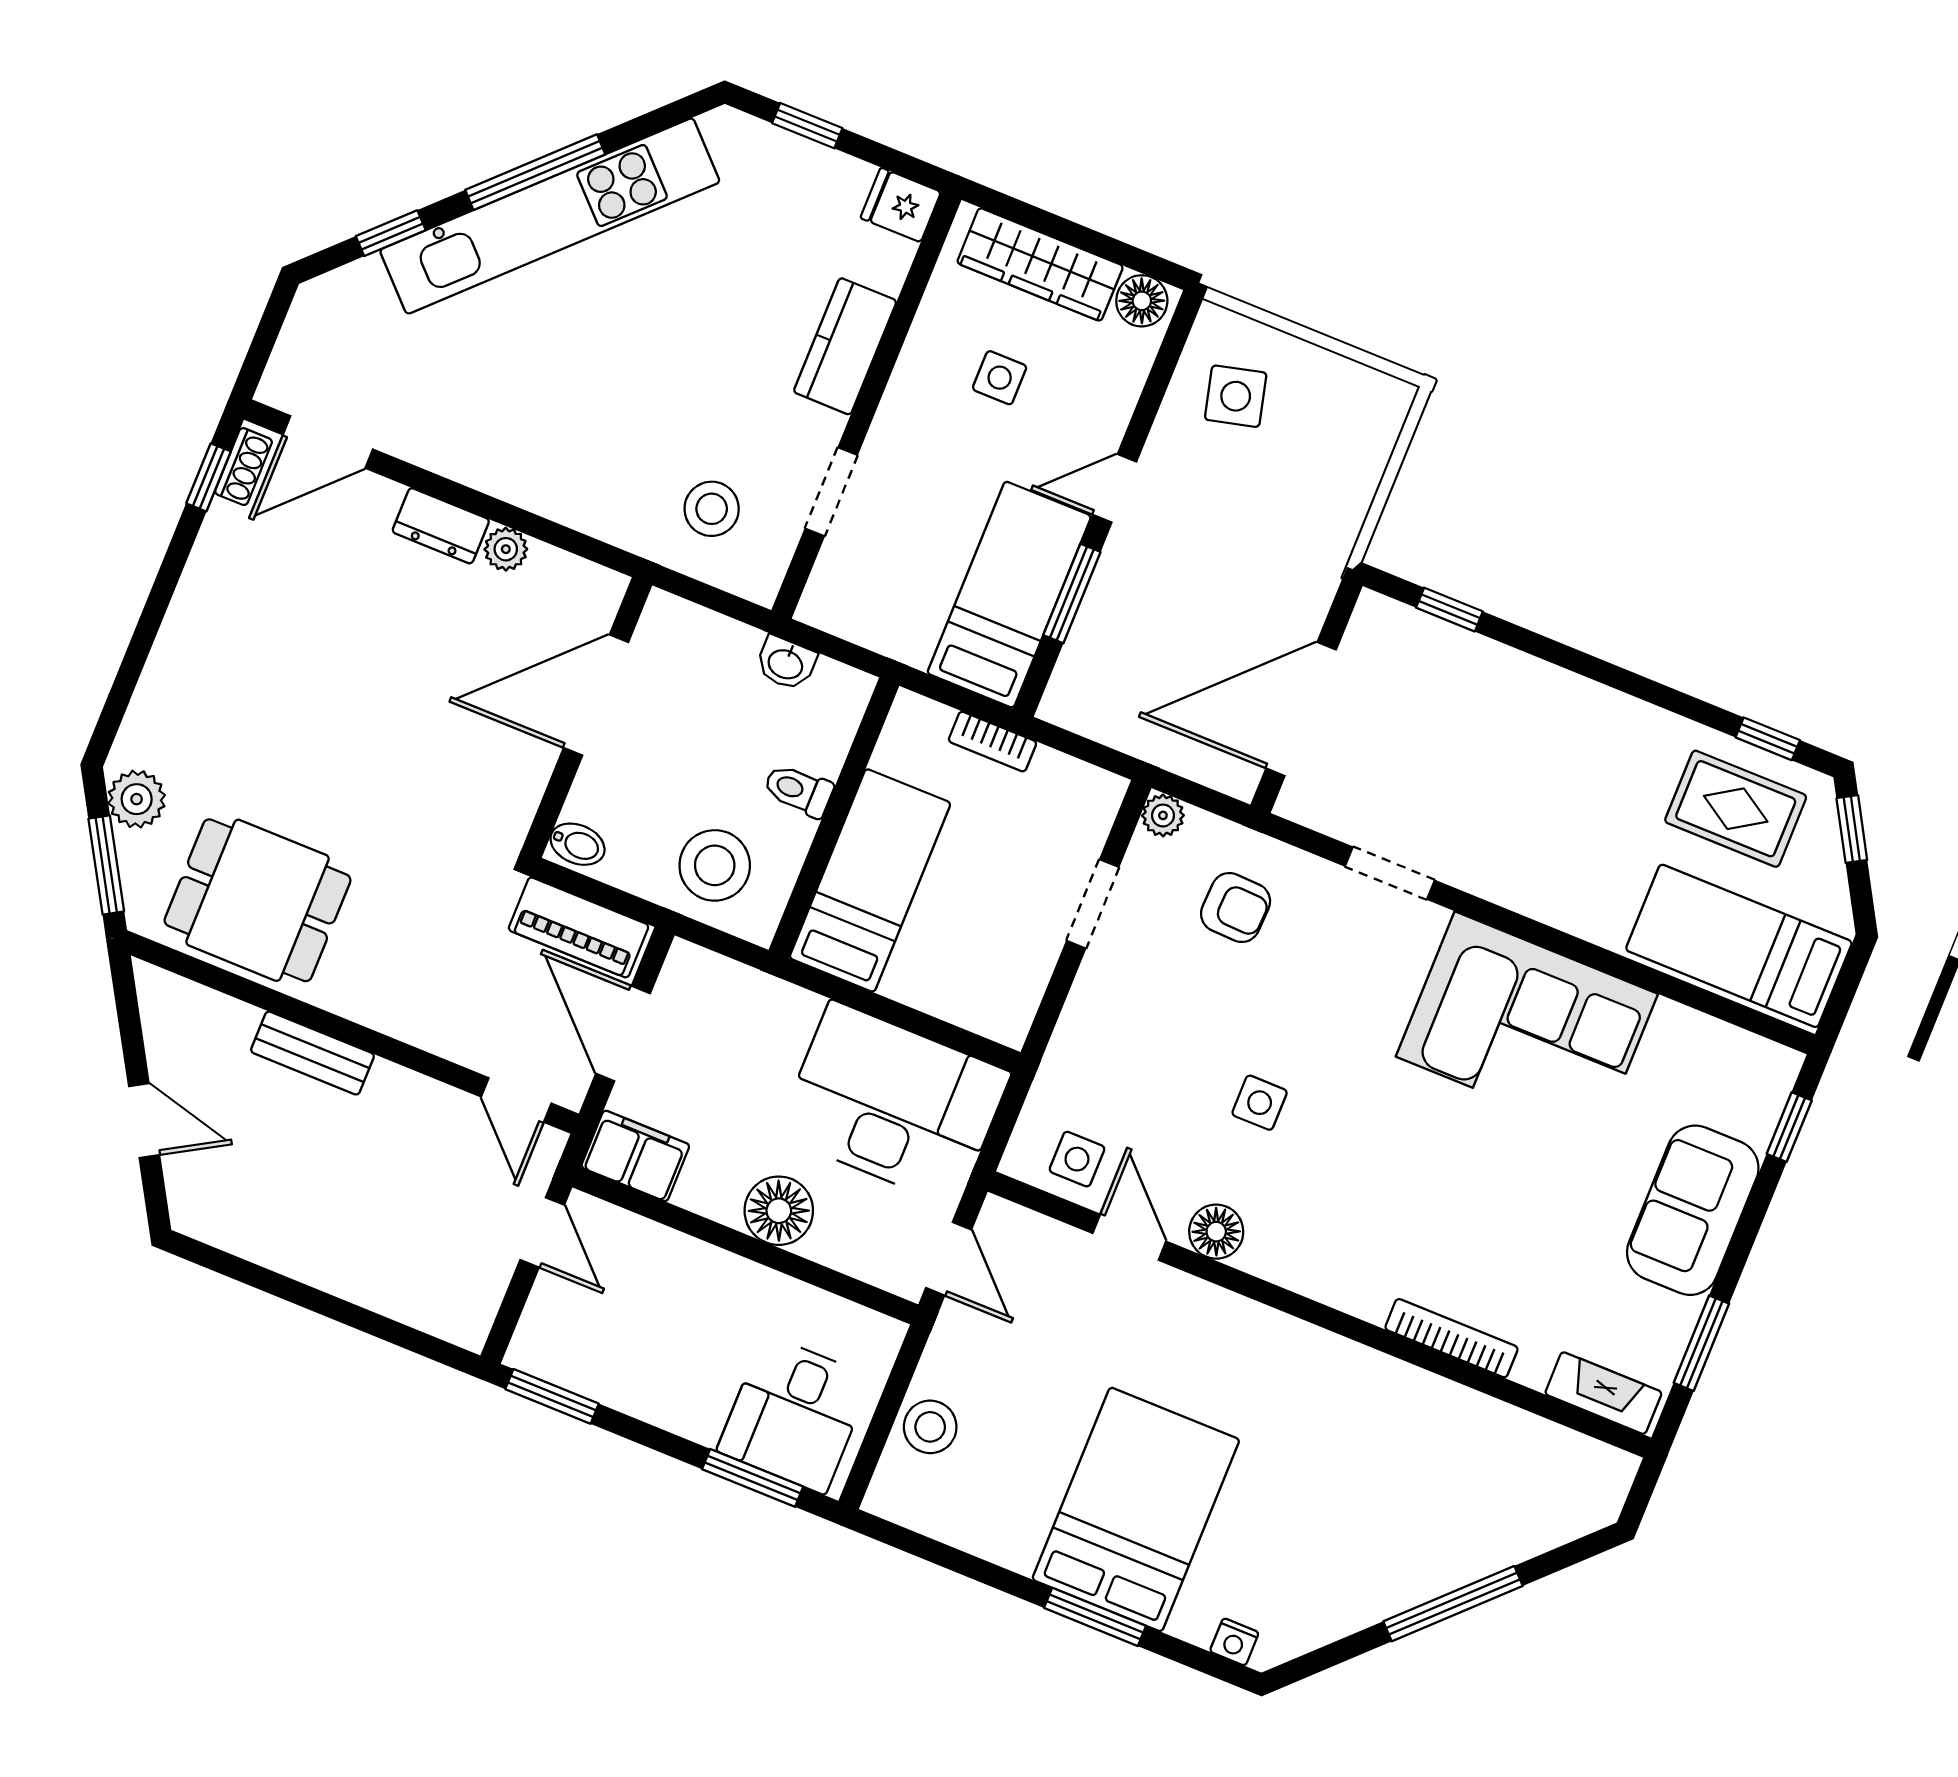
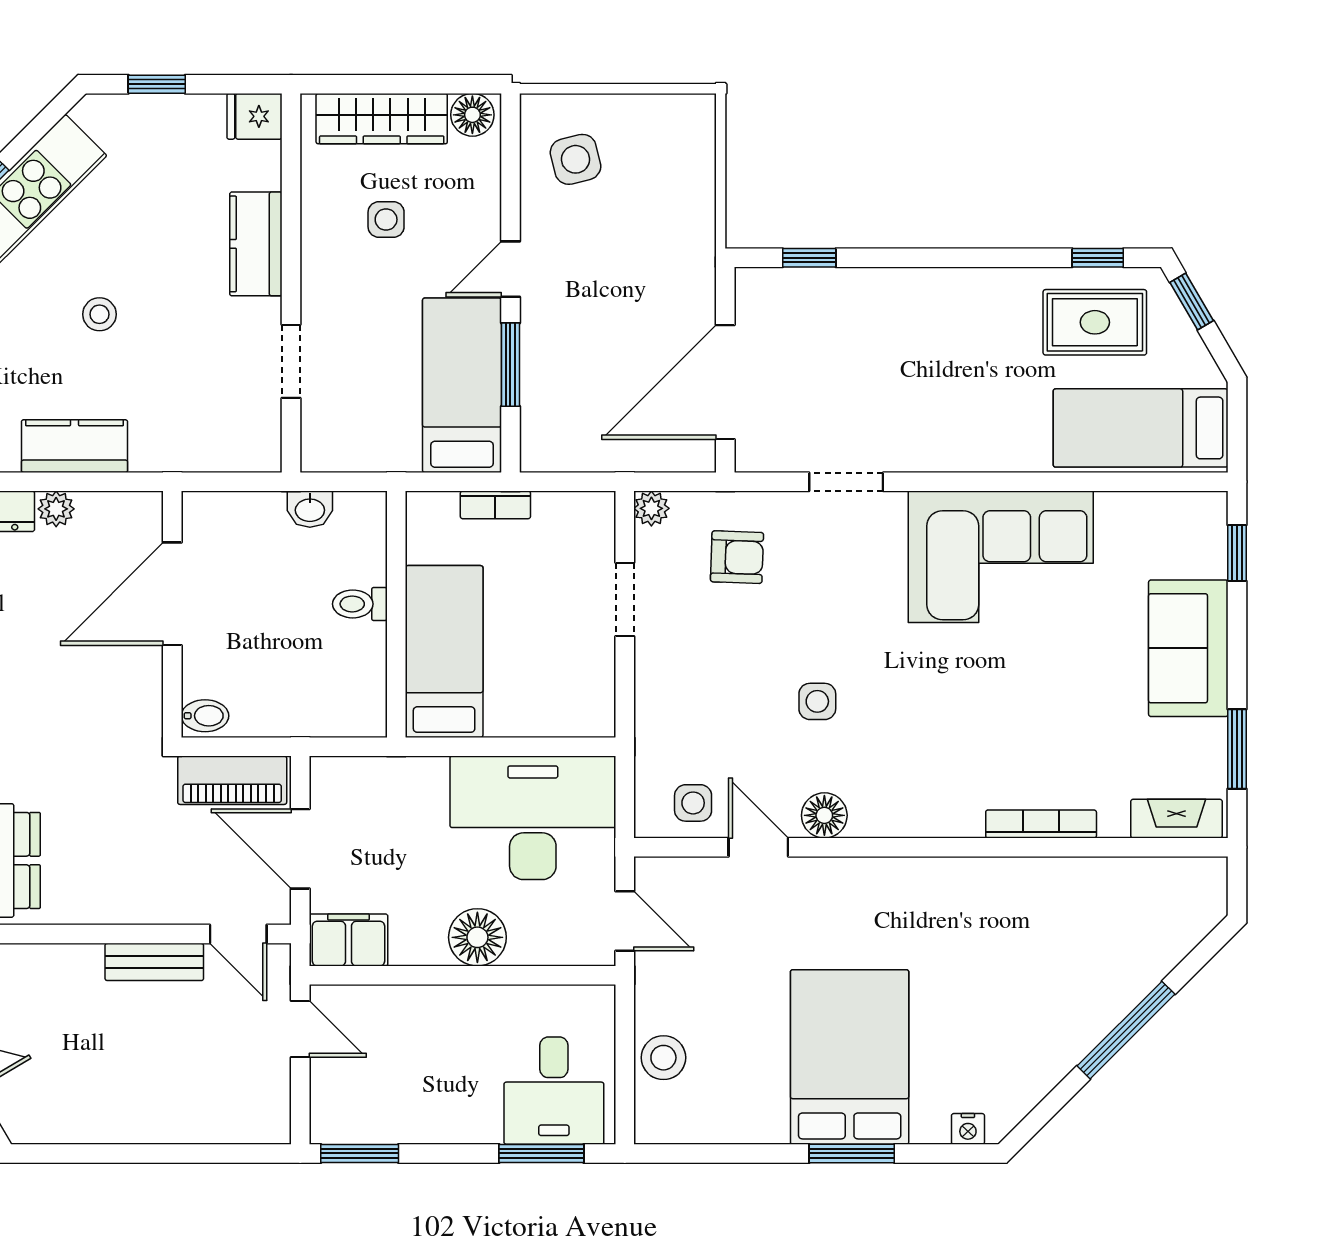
kitchen counter: (554, 488) -> (75, 446), added
stool: (712, 509) -> (99, 314), moved, width x0.73, depth x0.73
stool: (715, 865) -> (318, 689), removed
bench: (312, 1053) -> (154, 962), moved

